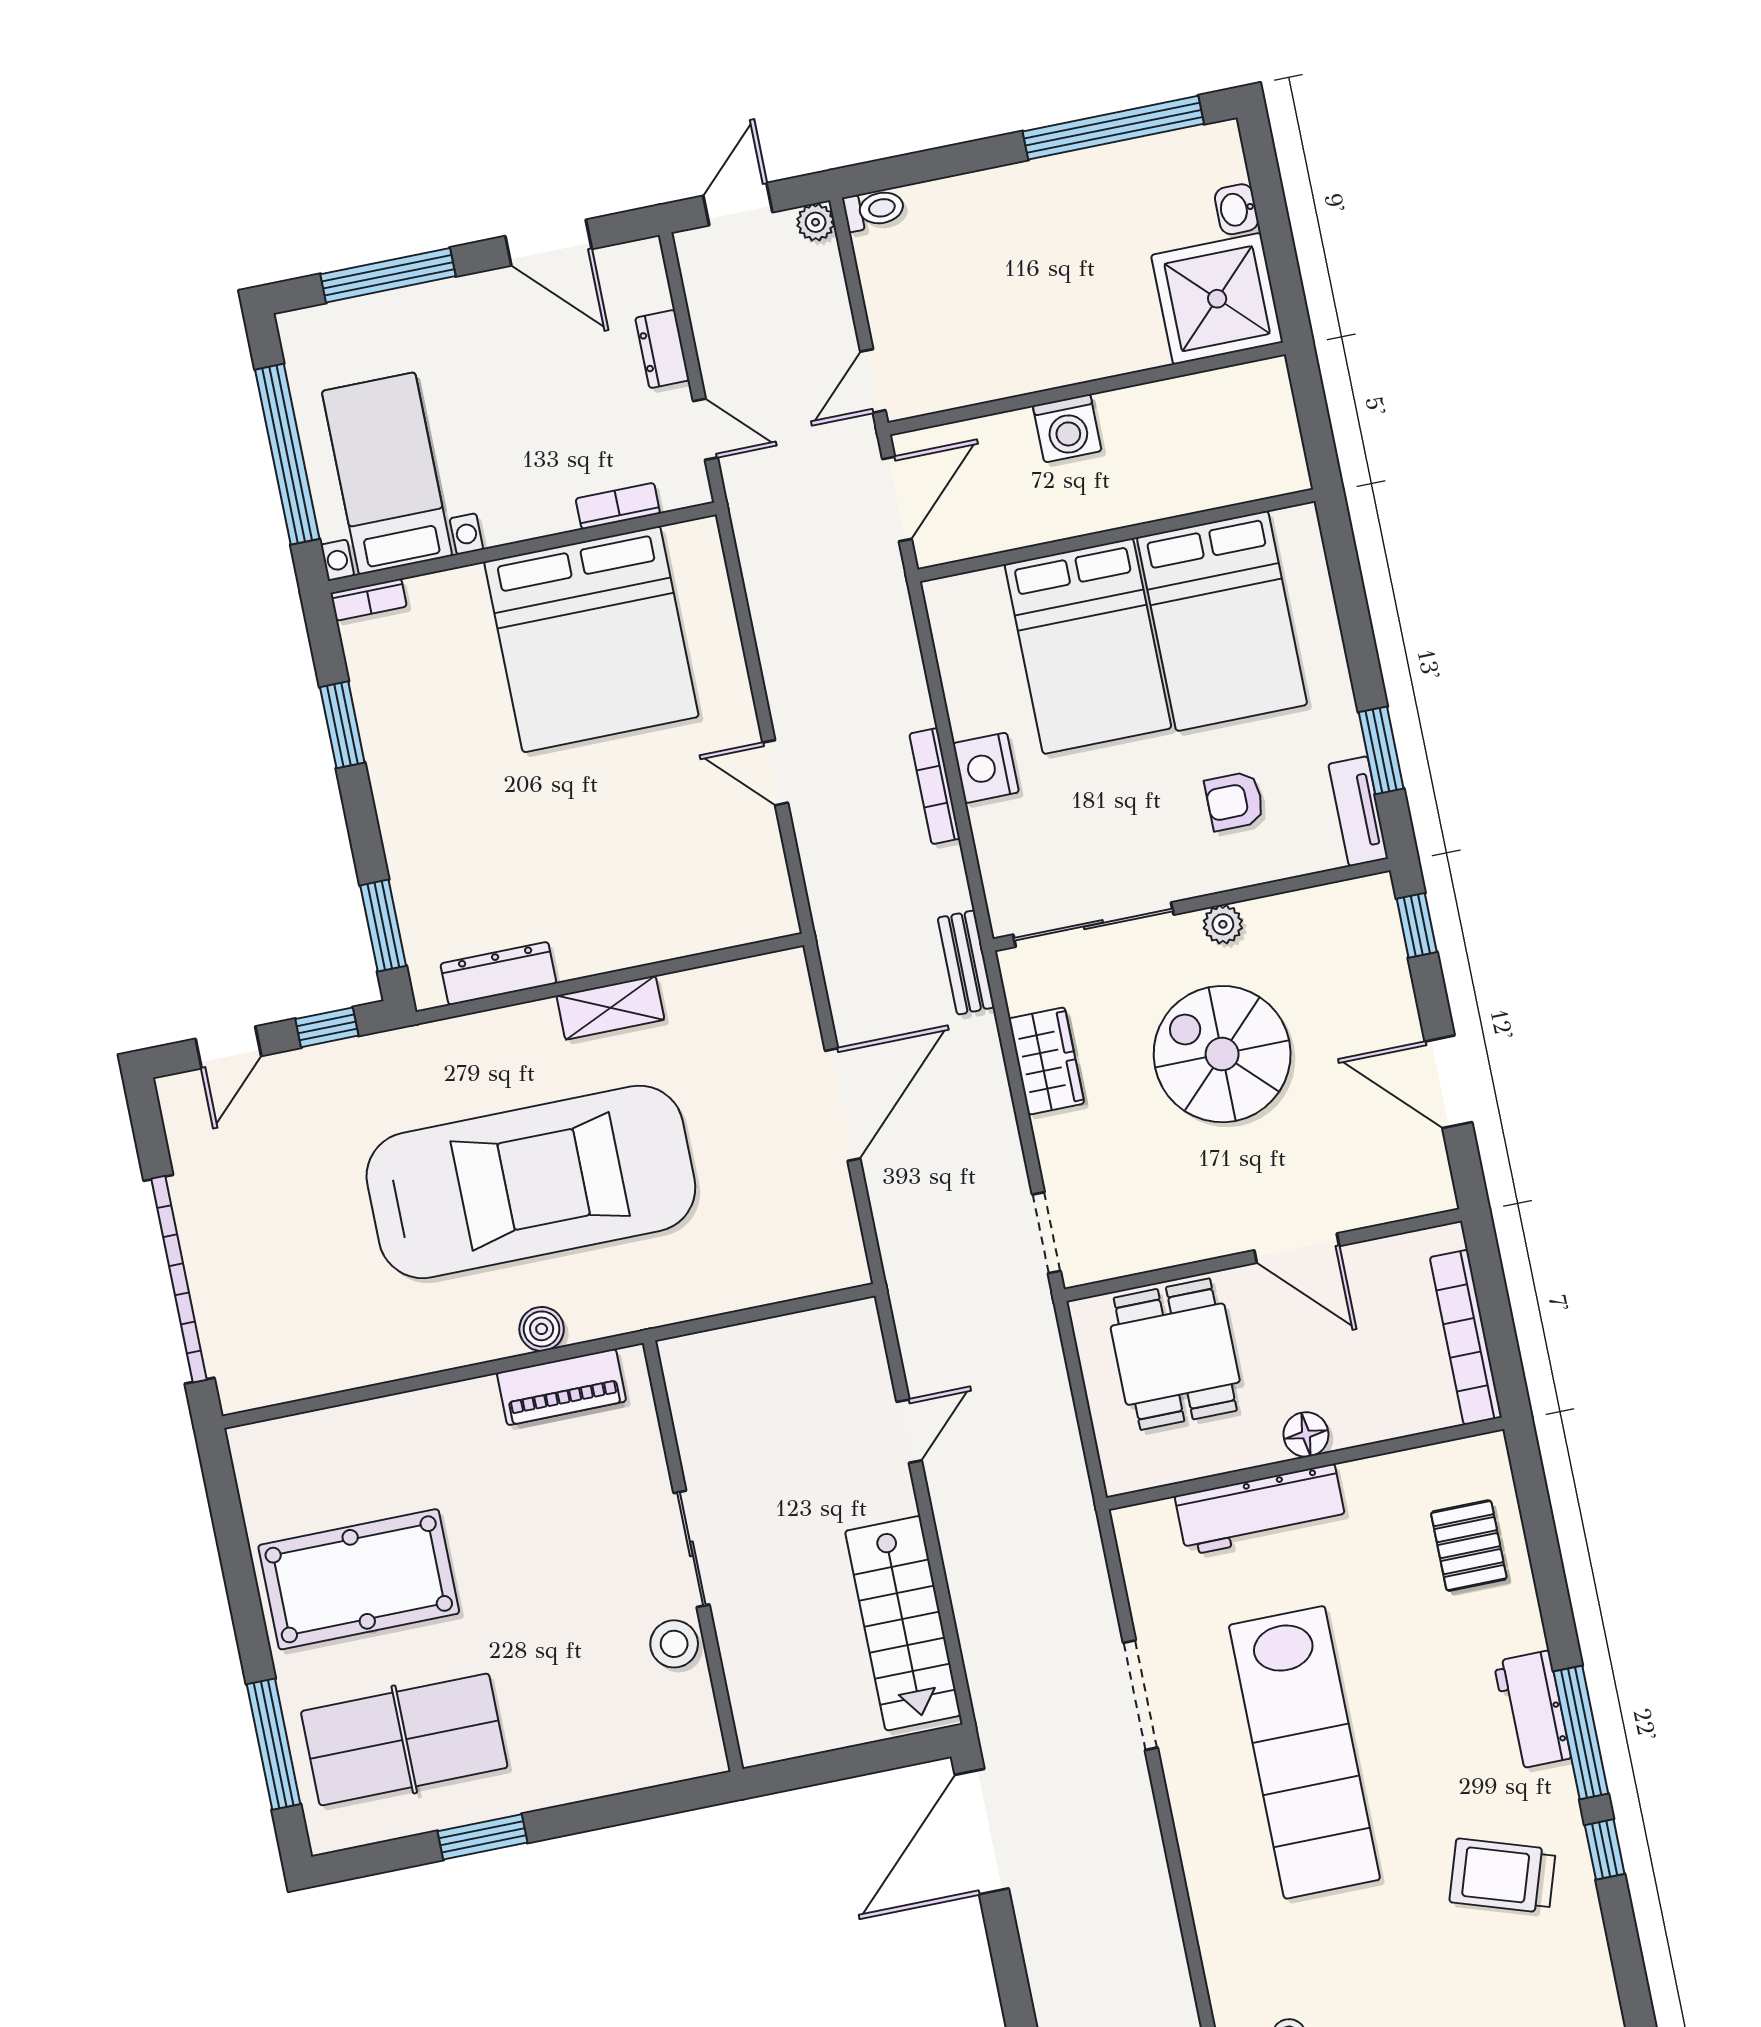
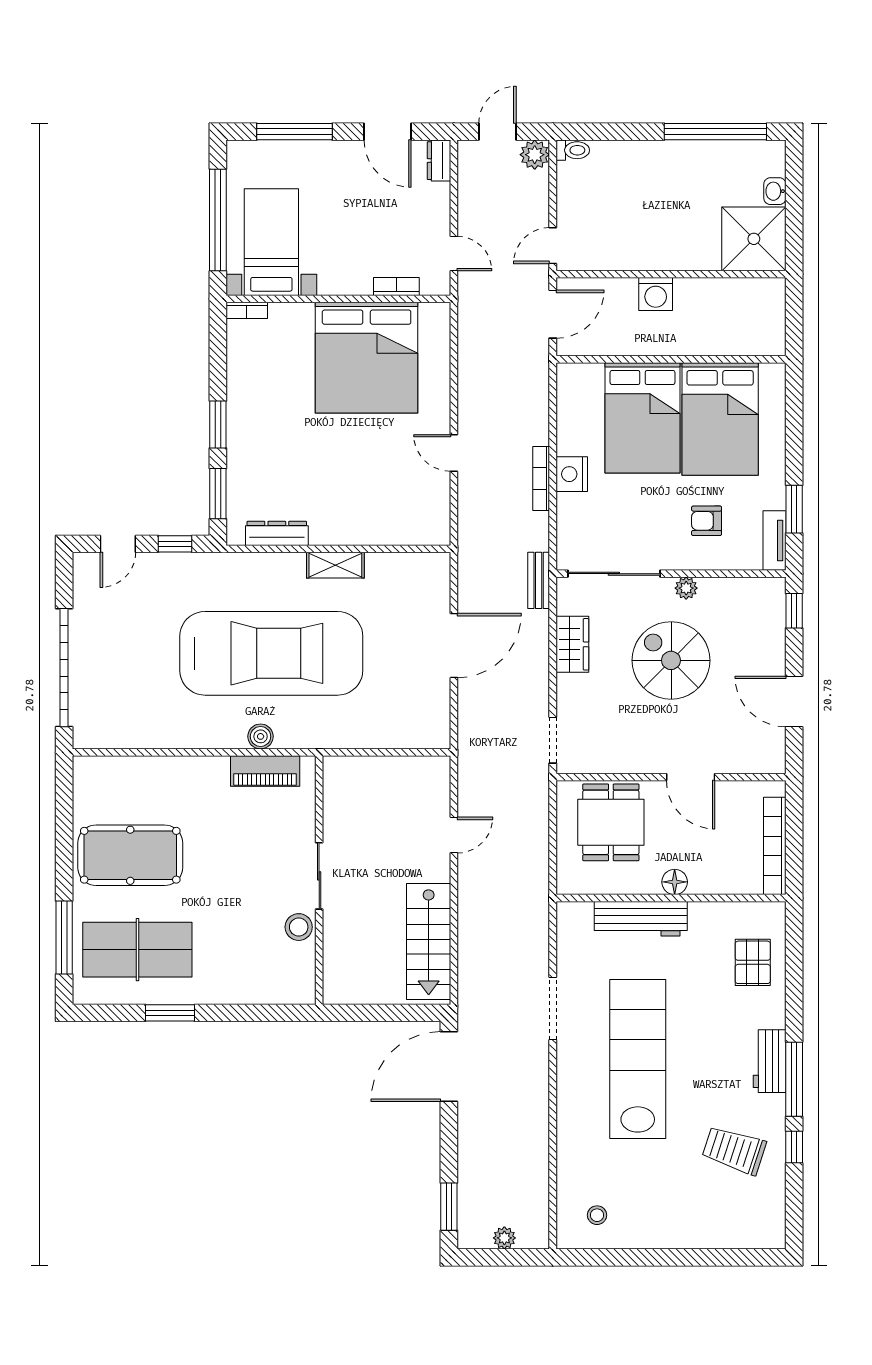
plant: (816, 222) -> (535, 155), width x1.38, depth x1.38
dresser: (662, 349) -> (439, 161), moved
window: (342, 725) -> (218, 425), moved
lab bench: (1304, 1752) -> (638, 1059), turned 180

